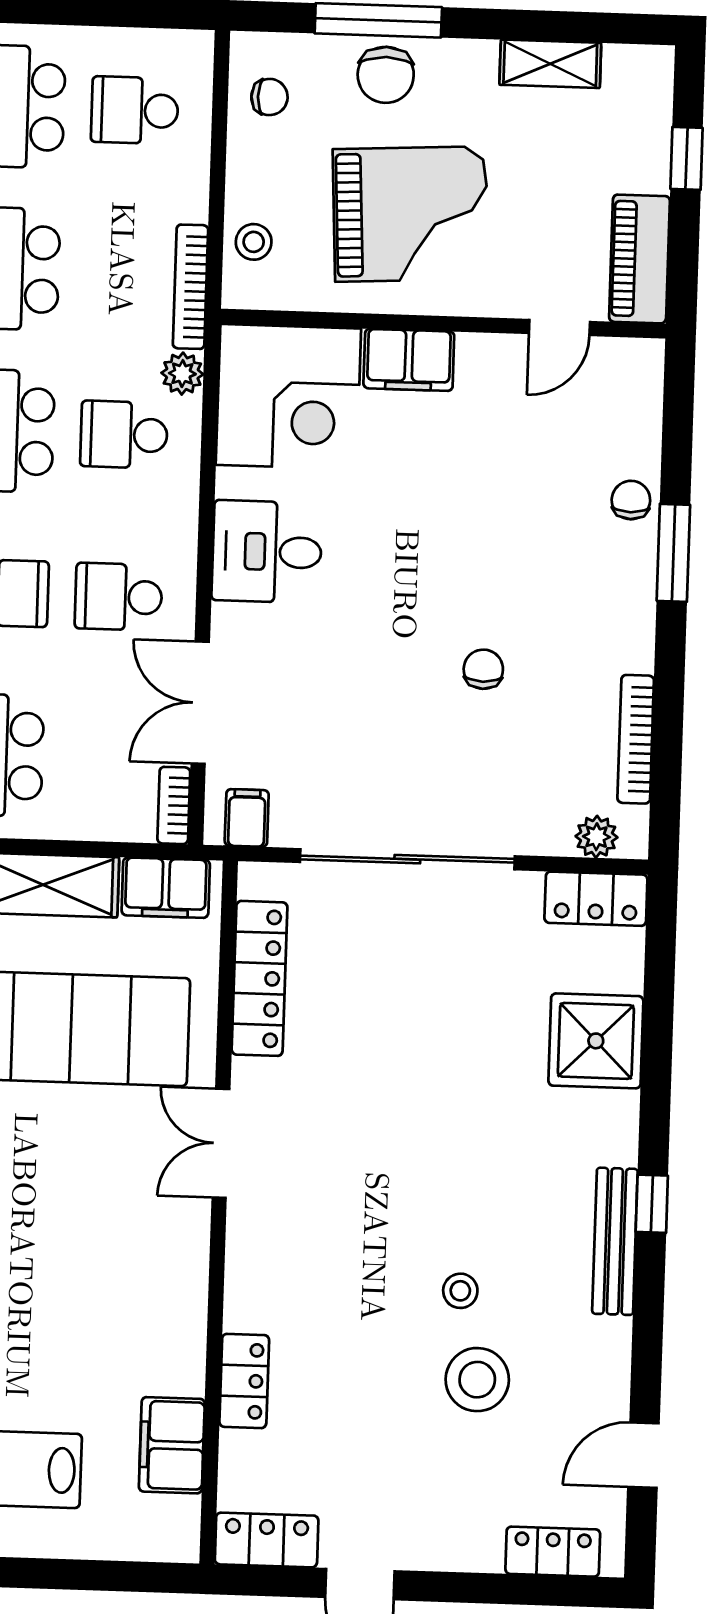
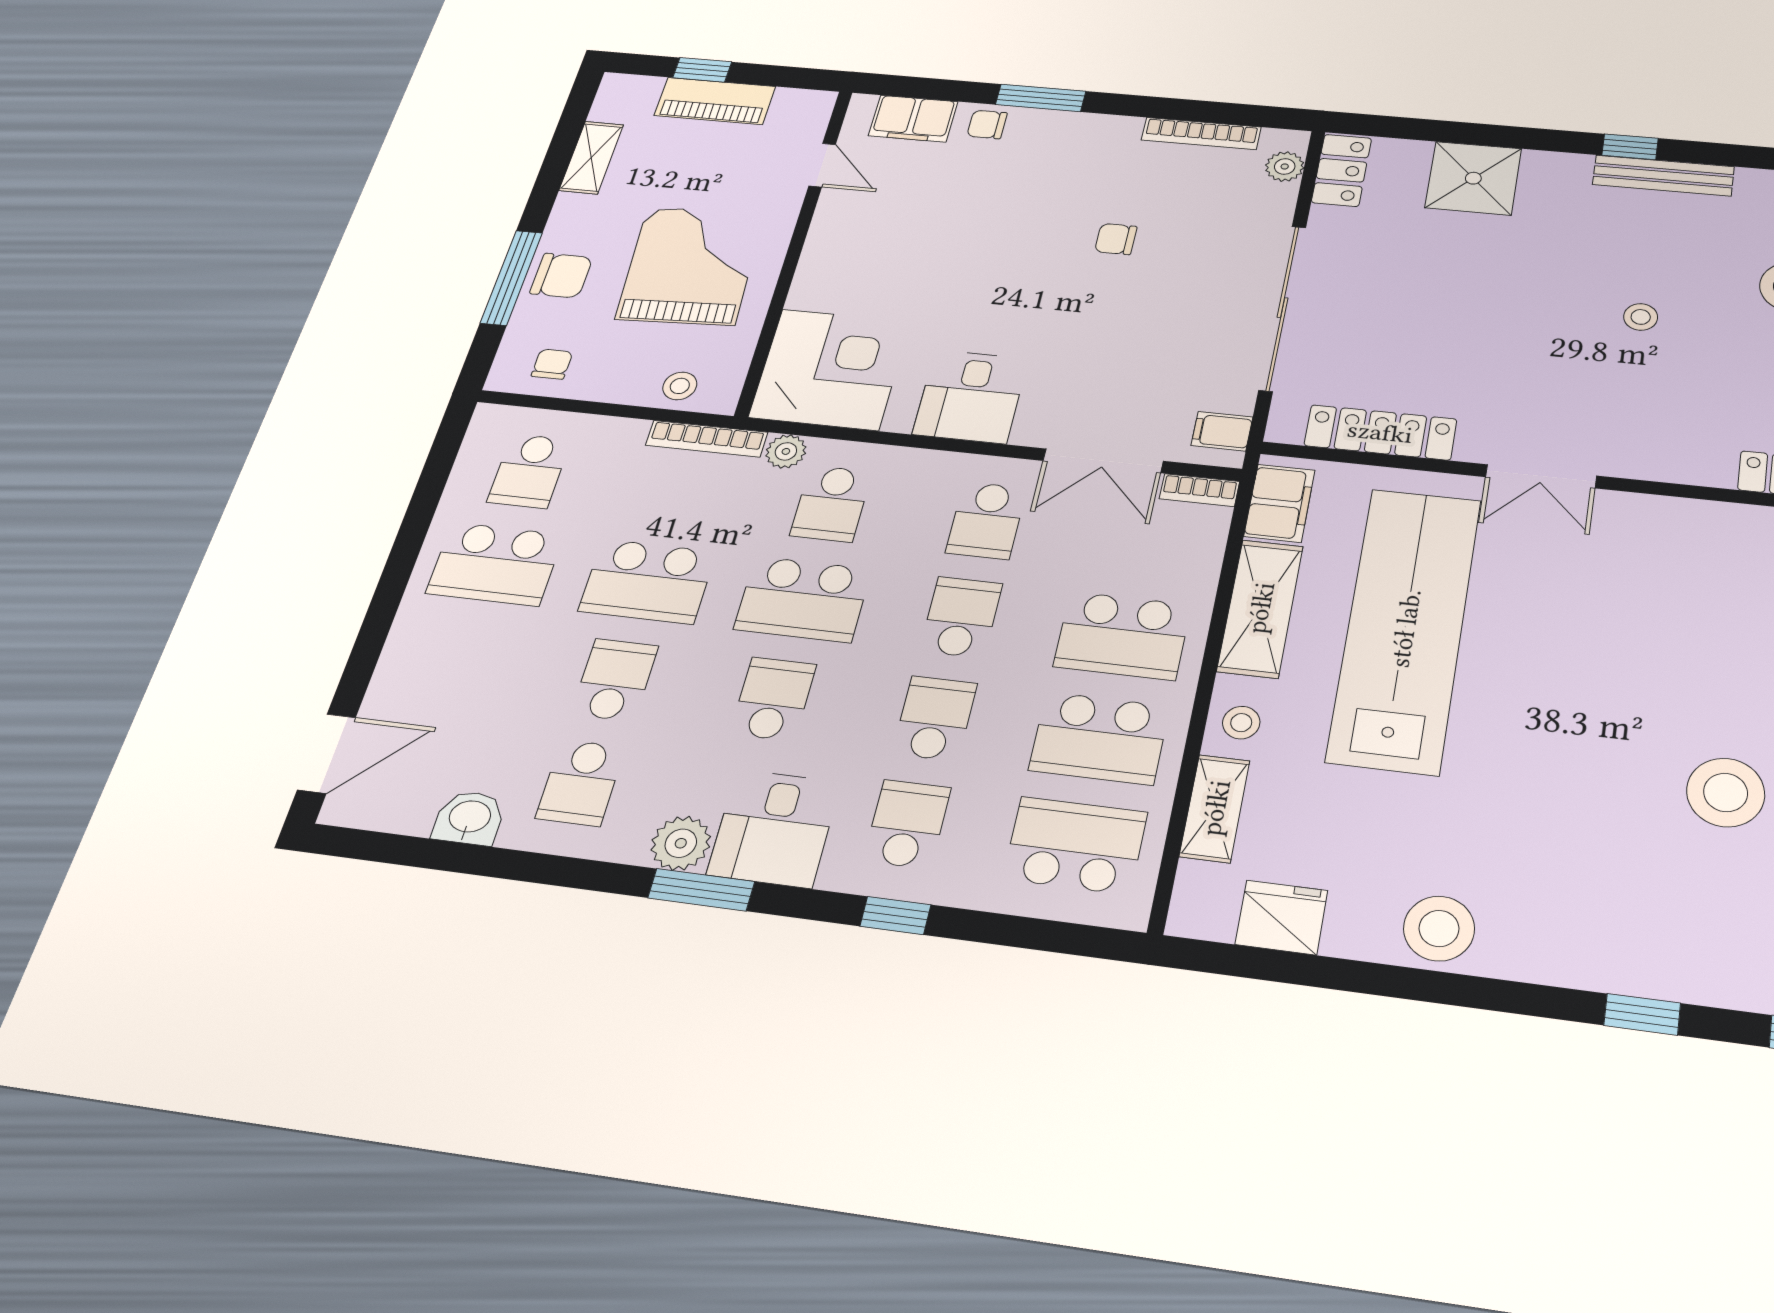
piano: (640, 259) -> (715, 101), moved
filing cabinet: (409, 360) -> (913, 119), moved, turned 90
stool: (460, 1291) -> (1641, 317), moved

